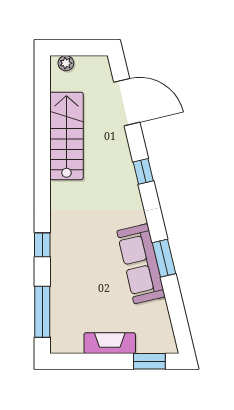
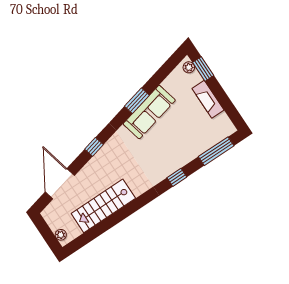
plant: (163, 346) -> (189, 67), added

